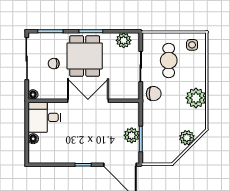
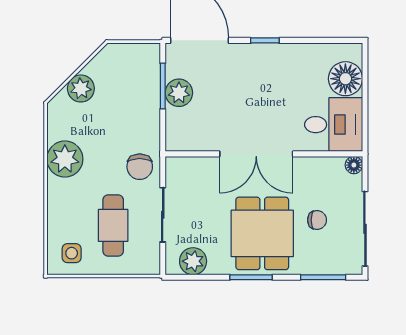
chair: (154, 94) -> (140, 167), turned -90
floor lamp: (33, 139) -> (345, 79), width x1.89, depth x1.89

